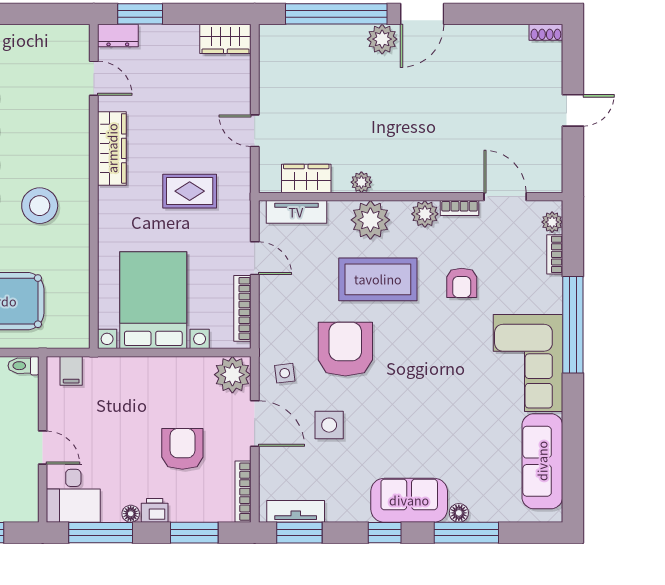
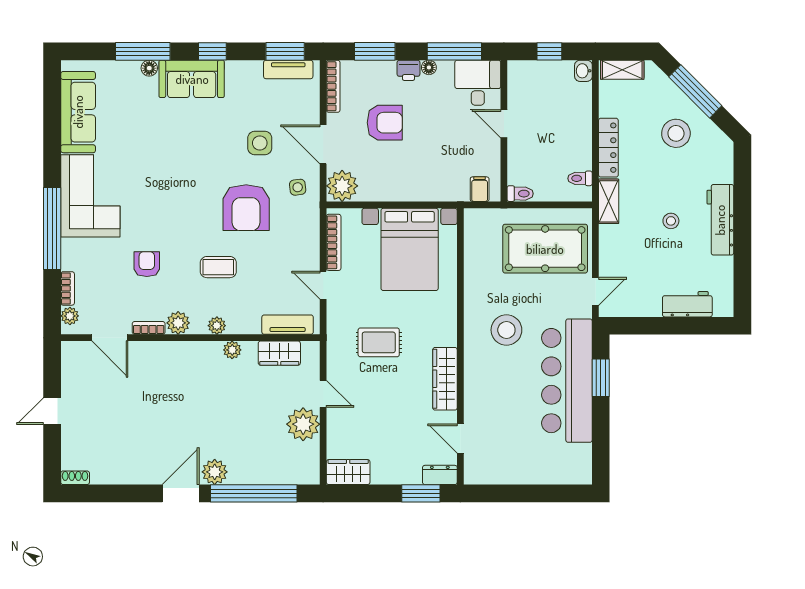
plant: (278, 95) -> (303, 424), added
plant: (370, 220) -> (217, 326), width x0.53, depth x0.53
coffee table: (378, 279) -> (218, 267), width x0.54, depth x0.58
armchair: (182, 449) -> (385, 123), turned -90

